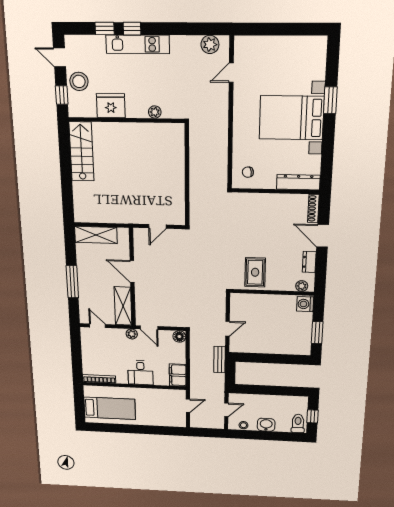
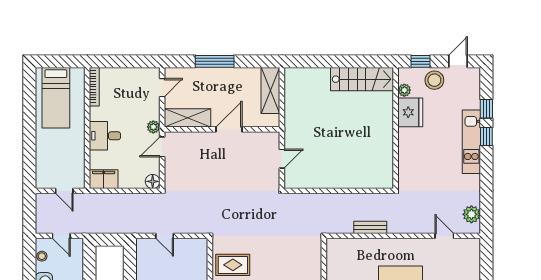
plant: (155, 112) -> (404, 90), moved
chair: (248, 172) -> (344, 255), removed
door: (157, 226) -> (282, 159), swing flipped
bench: (220, 360) -> (370, 227), moved

